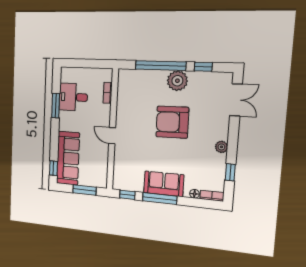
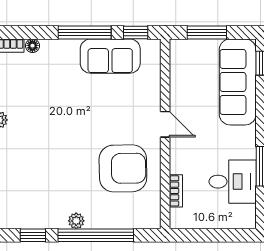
plant: (177, 81) -> (76, 221), width x0.53, depth x0.53
armchair: (172, 122) -> (123, 168), moved
sofa: (164, 184) -> (110, 56), moved

